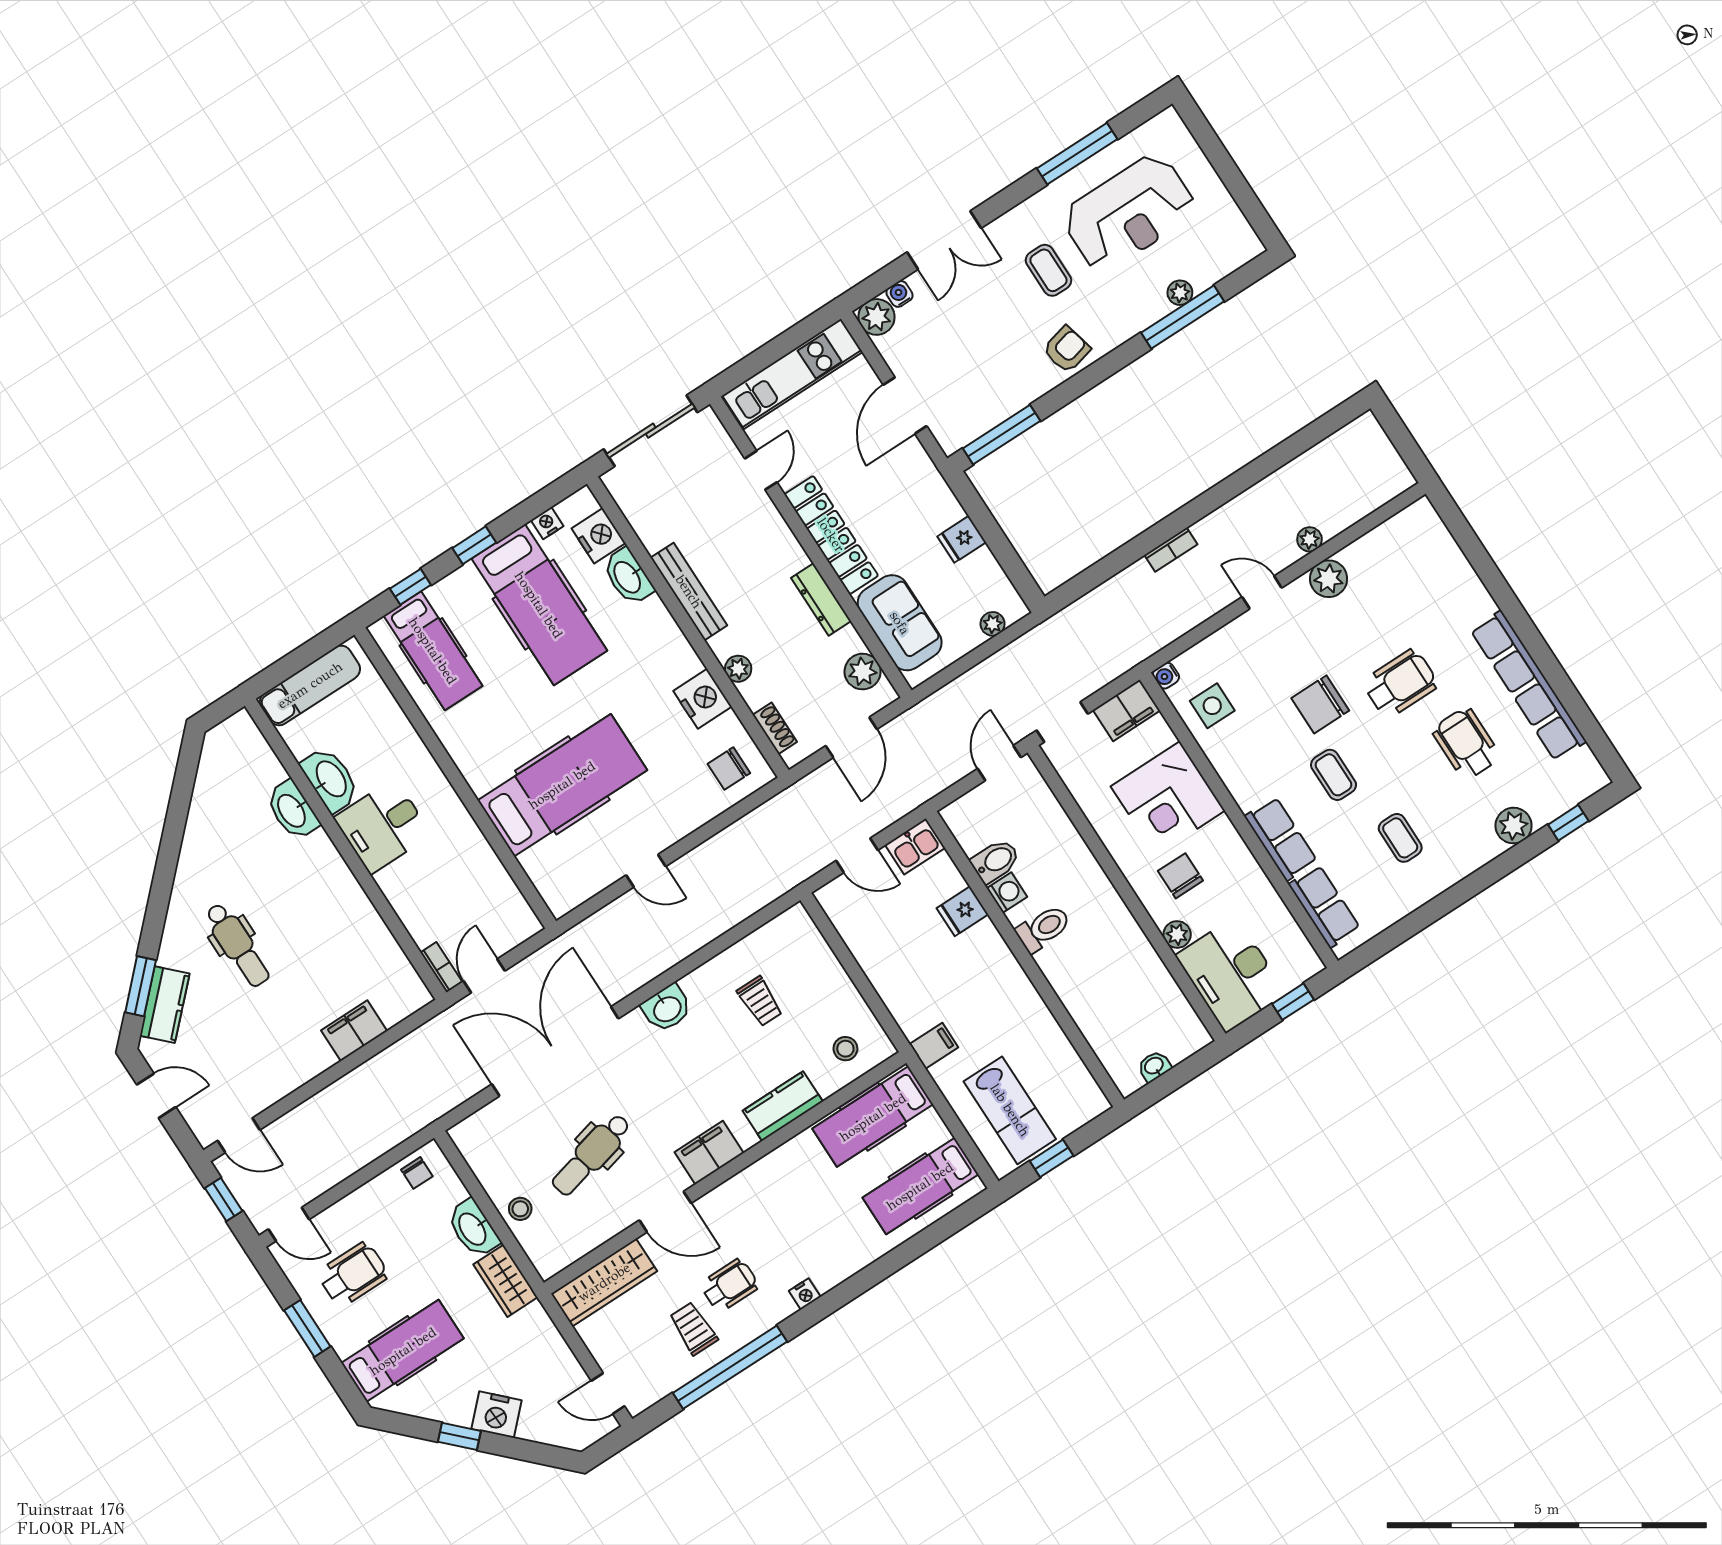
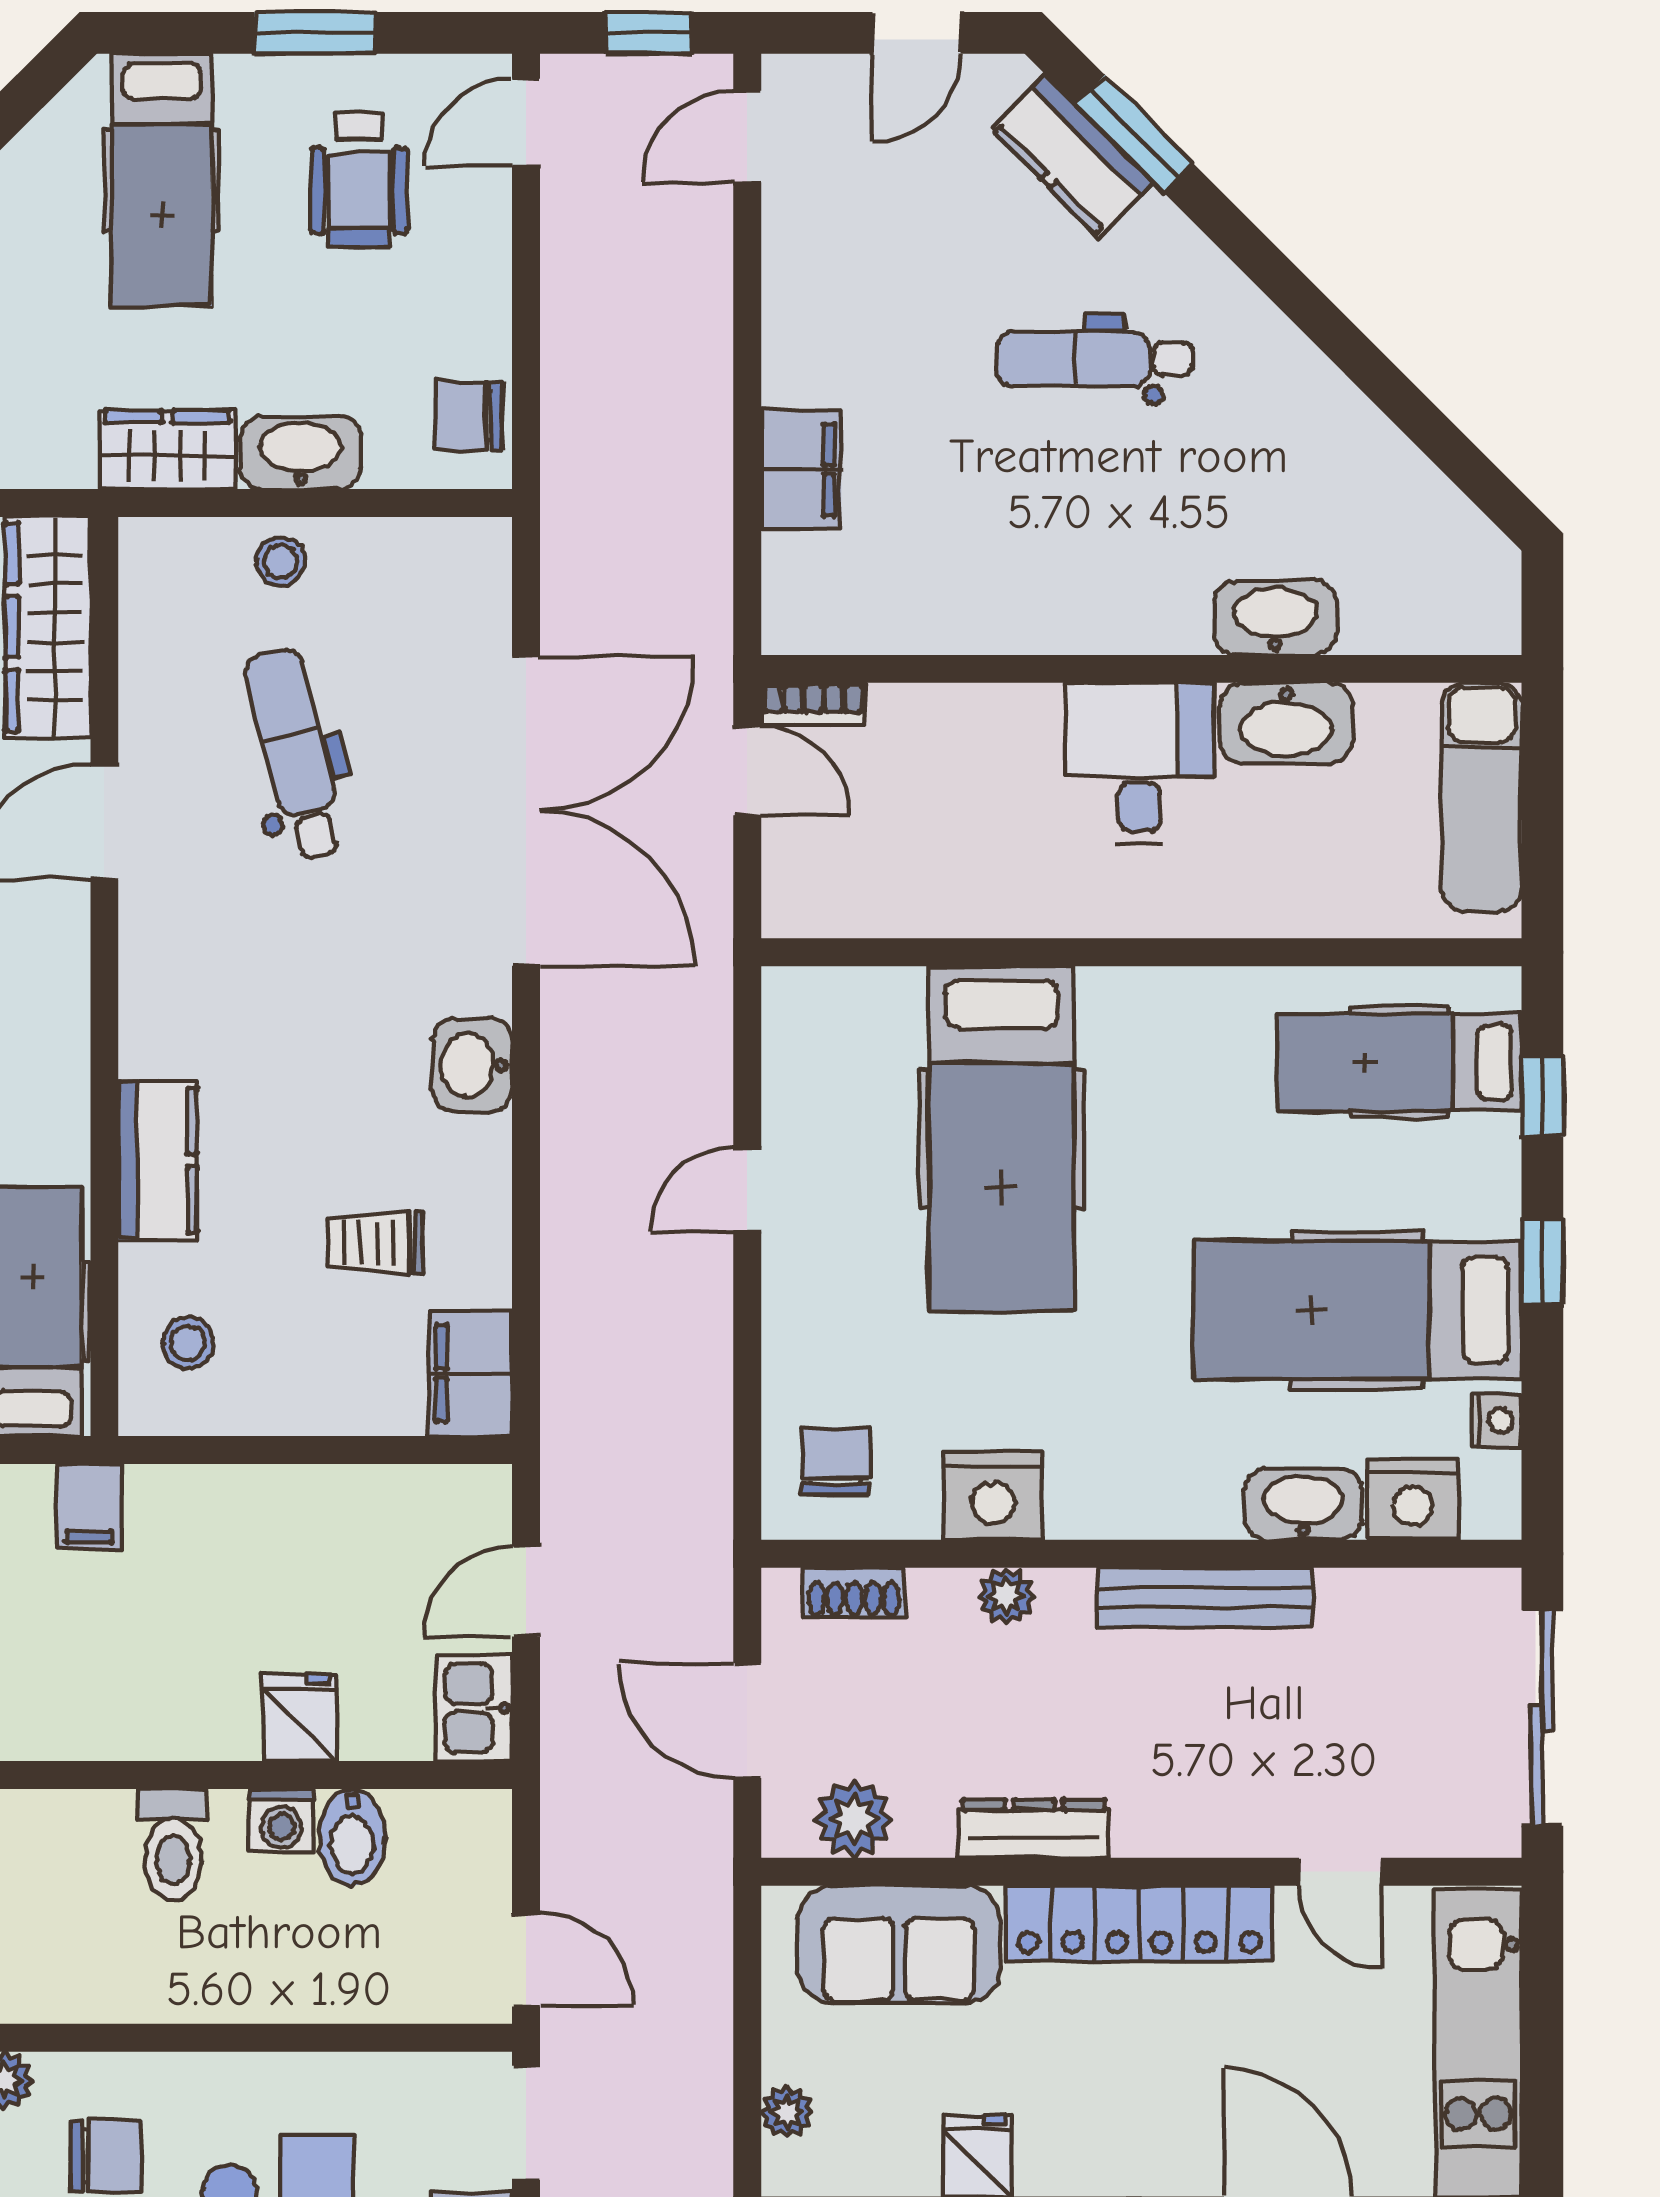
filing cabinet: (709, 1153) -> (470, 1374), moved, turned 180
chair: (417, 1173) -> (468, 416), width x1.37, depth x1.37

